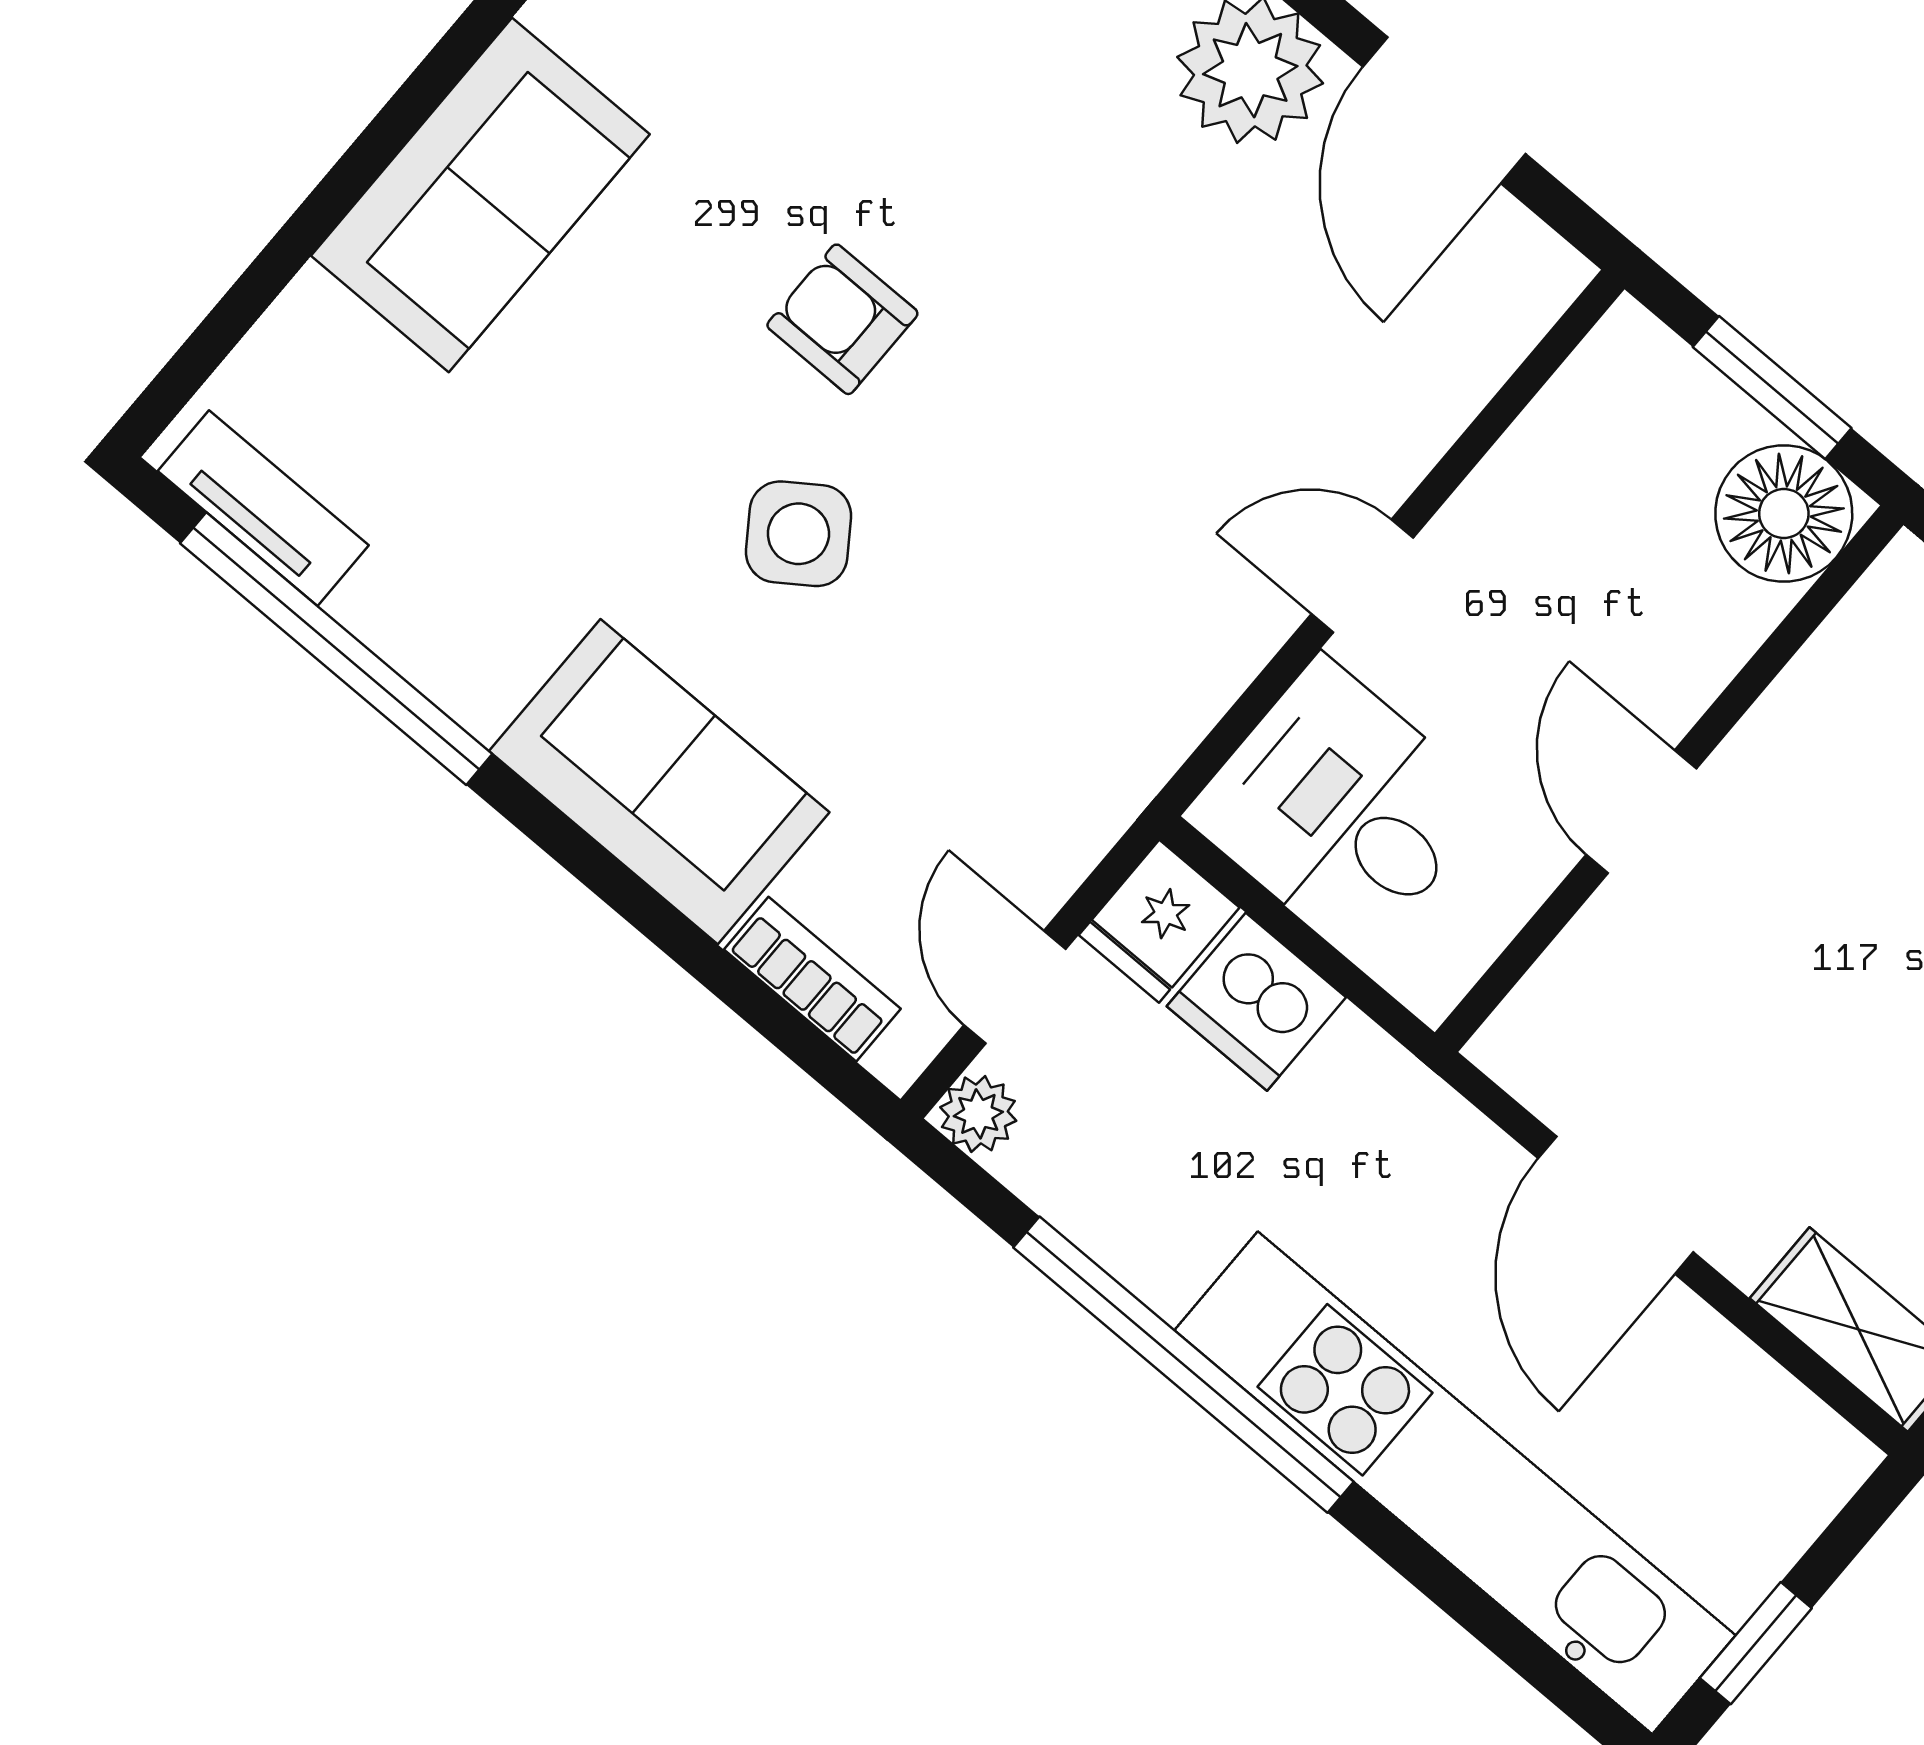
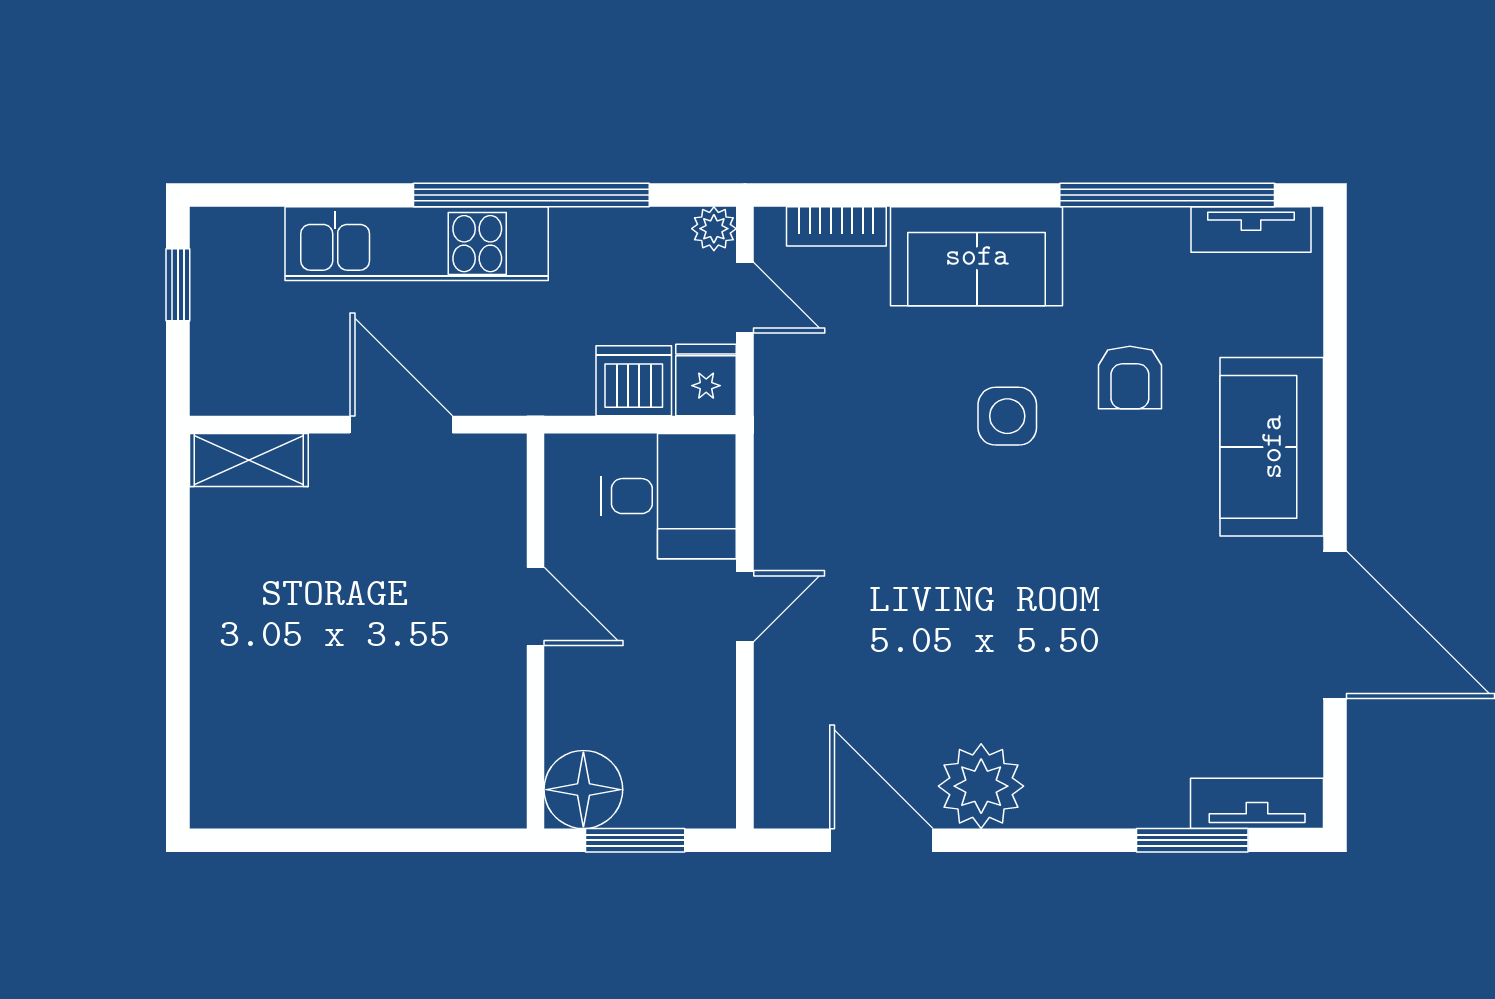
armchair: (842, 319) -> (1130, 378), moved, turned 90
side table: (798, 534) -> (1007, 416), turned 35
kitchen unit: (1455, 1483) -> (417, 244), width x0.73

